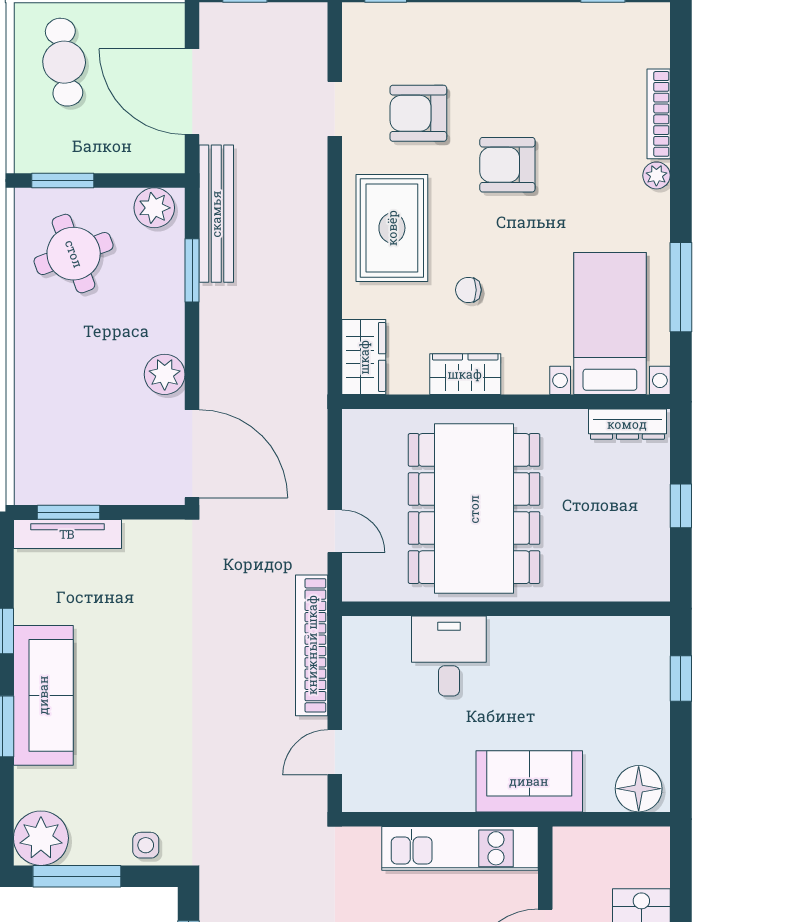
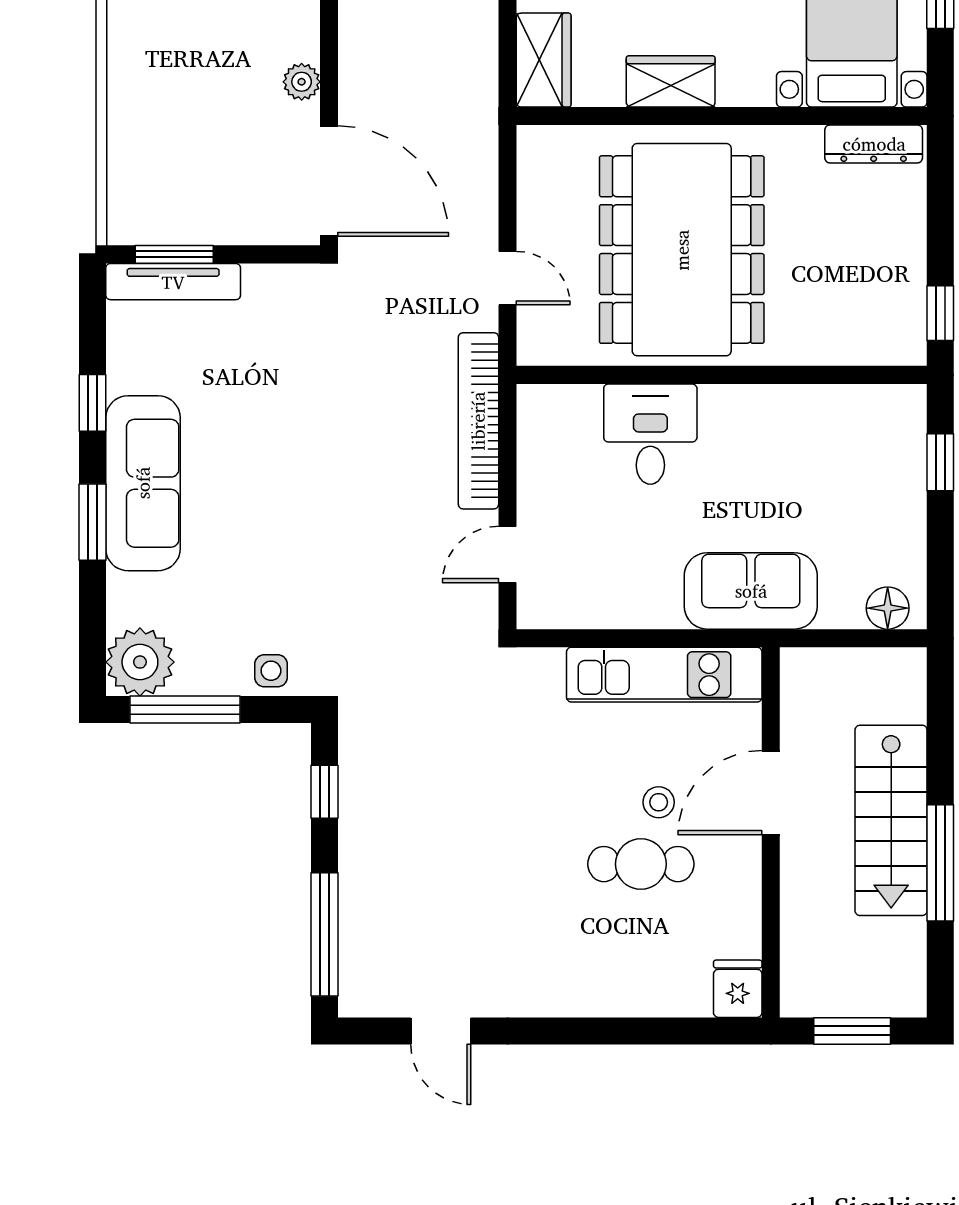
plant: (165, 374) -> (302, 82), width x0.73, depth x0.73
window: (681, 506) -> (940, 313), moved
floor lamp: (639, 789) -> (888, 608), width x0.73, depth x0.73

